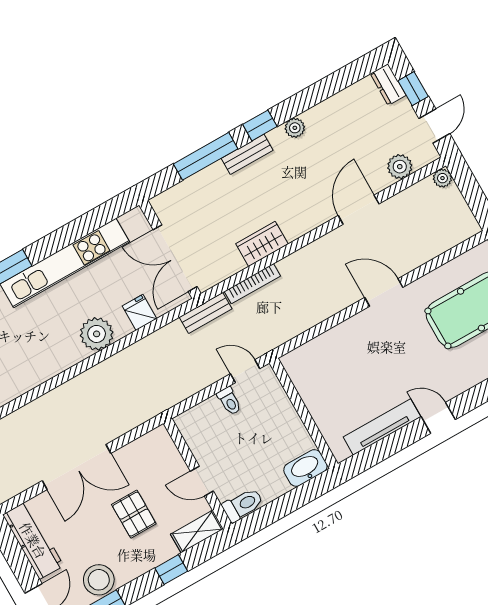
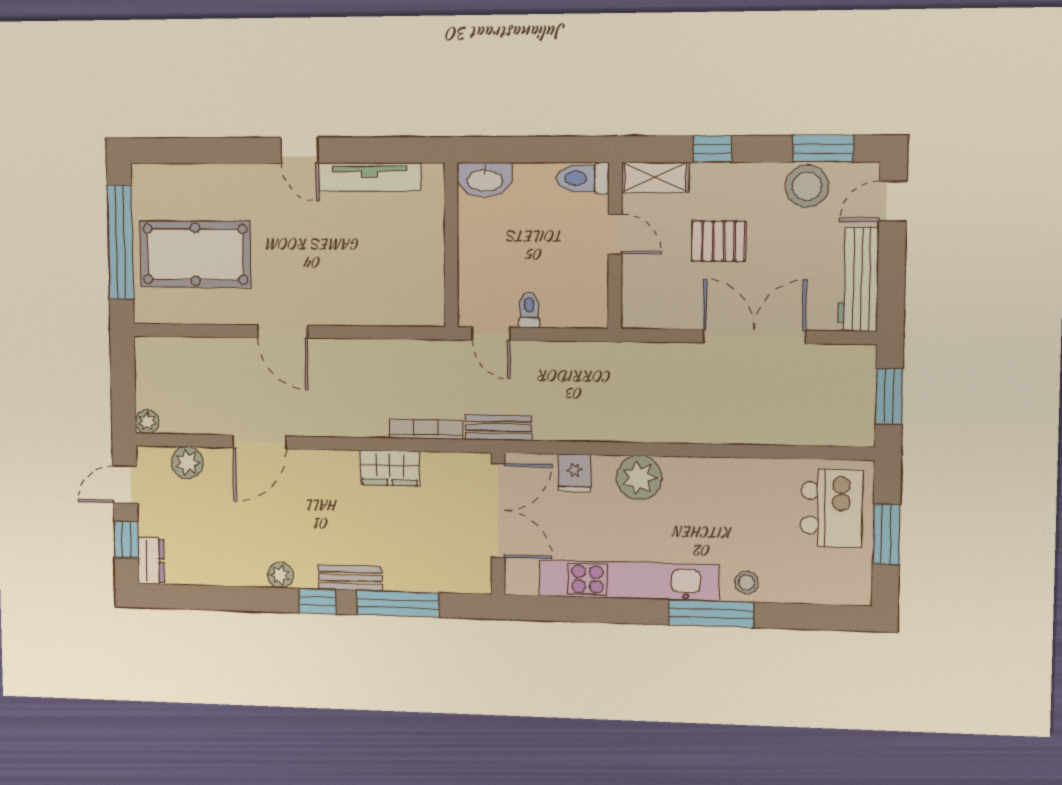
pallet: (134, 514) -> (719, 241), turned 90

